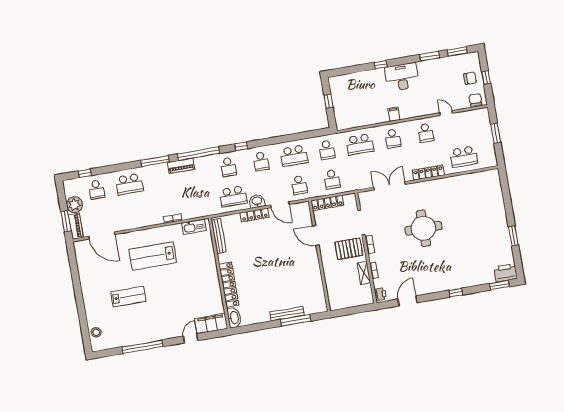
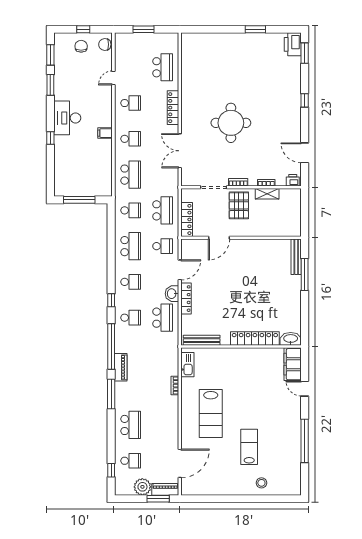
window: (328, 101) -> (79, 200), width x2.17
school desk: (332, 179) -> (163, 210), width x1.85
bench: (287, 314) -> (296, 257), moved
stool: (96, 332) -> (261, 483), moved

